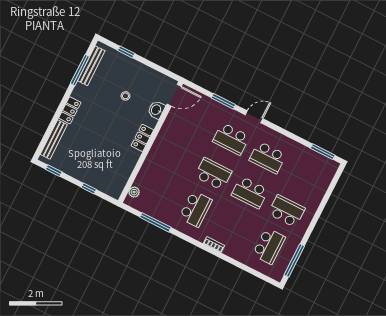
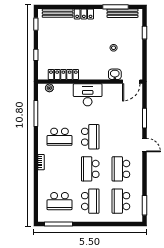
door: (174, 95) -> (131, 82), hinge flipped
locker: (142, 138) -> (63, 74), moved, width x1.53
school desk: (231, 139) -> (121, 201), moved
desk: (164, 153) -> (88, 95), added

